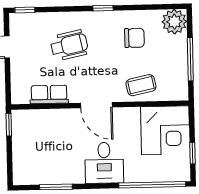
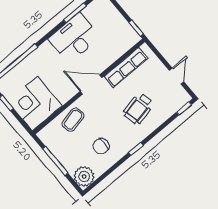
row of seats: (49, 94) -> (126, 67), width x1.48
desk: (104, 163) -> (74, 38), moved, width x1.37

